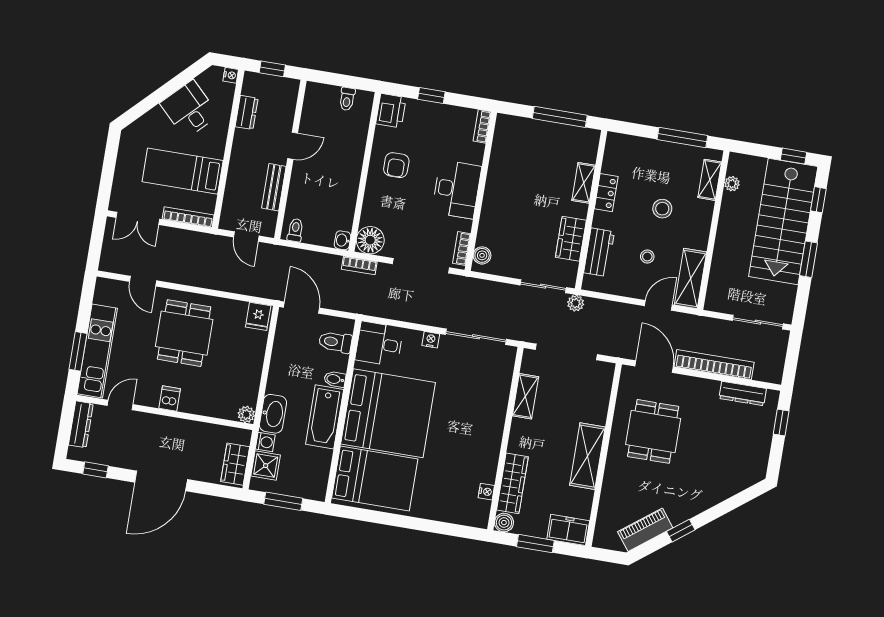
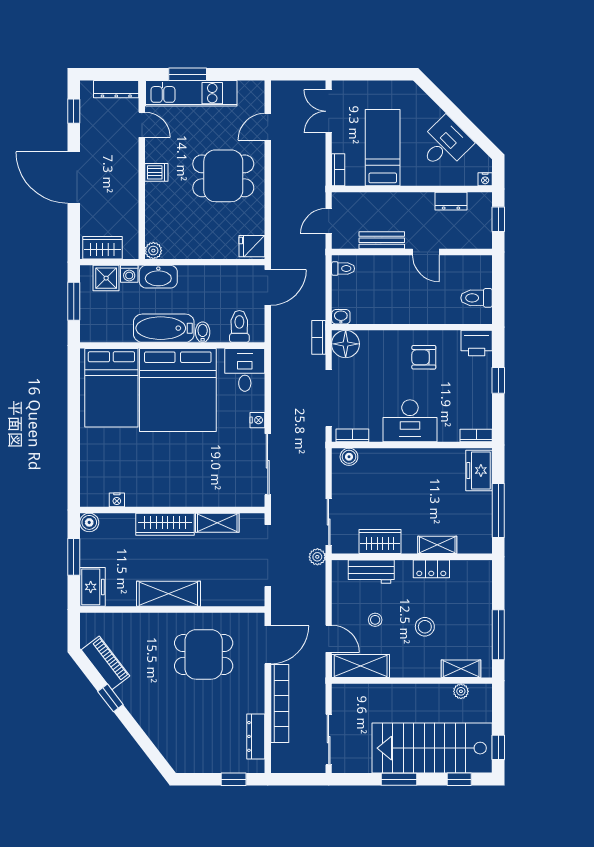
toilet: (347, 99) -> (477, 298), width x1.37, depth x1.39
freezer: (517, 129) -> (479, 470), added
bookcase: (188, 217) -> (338, 170), width x0.64
wardrobe: (512, 483) -> (165, 524), moved

